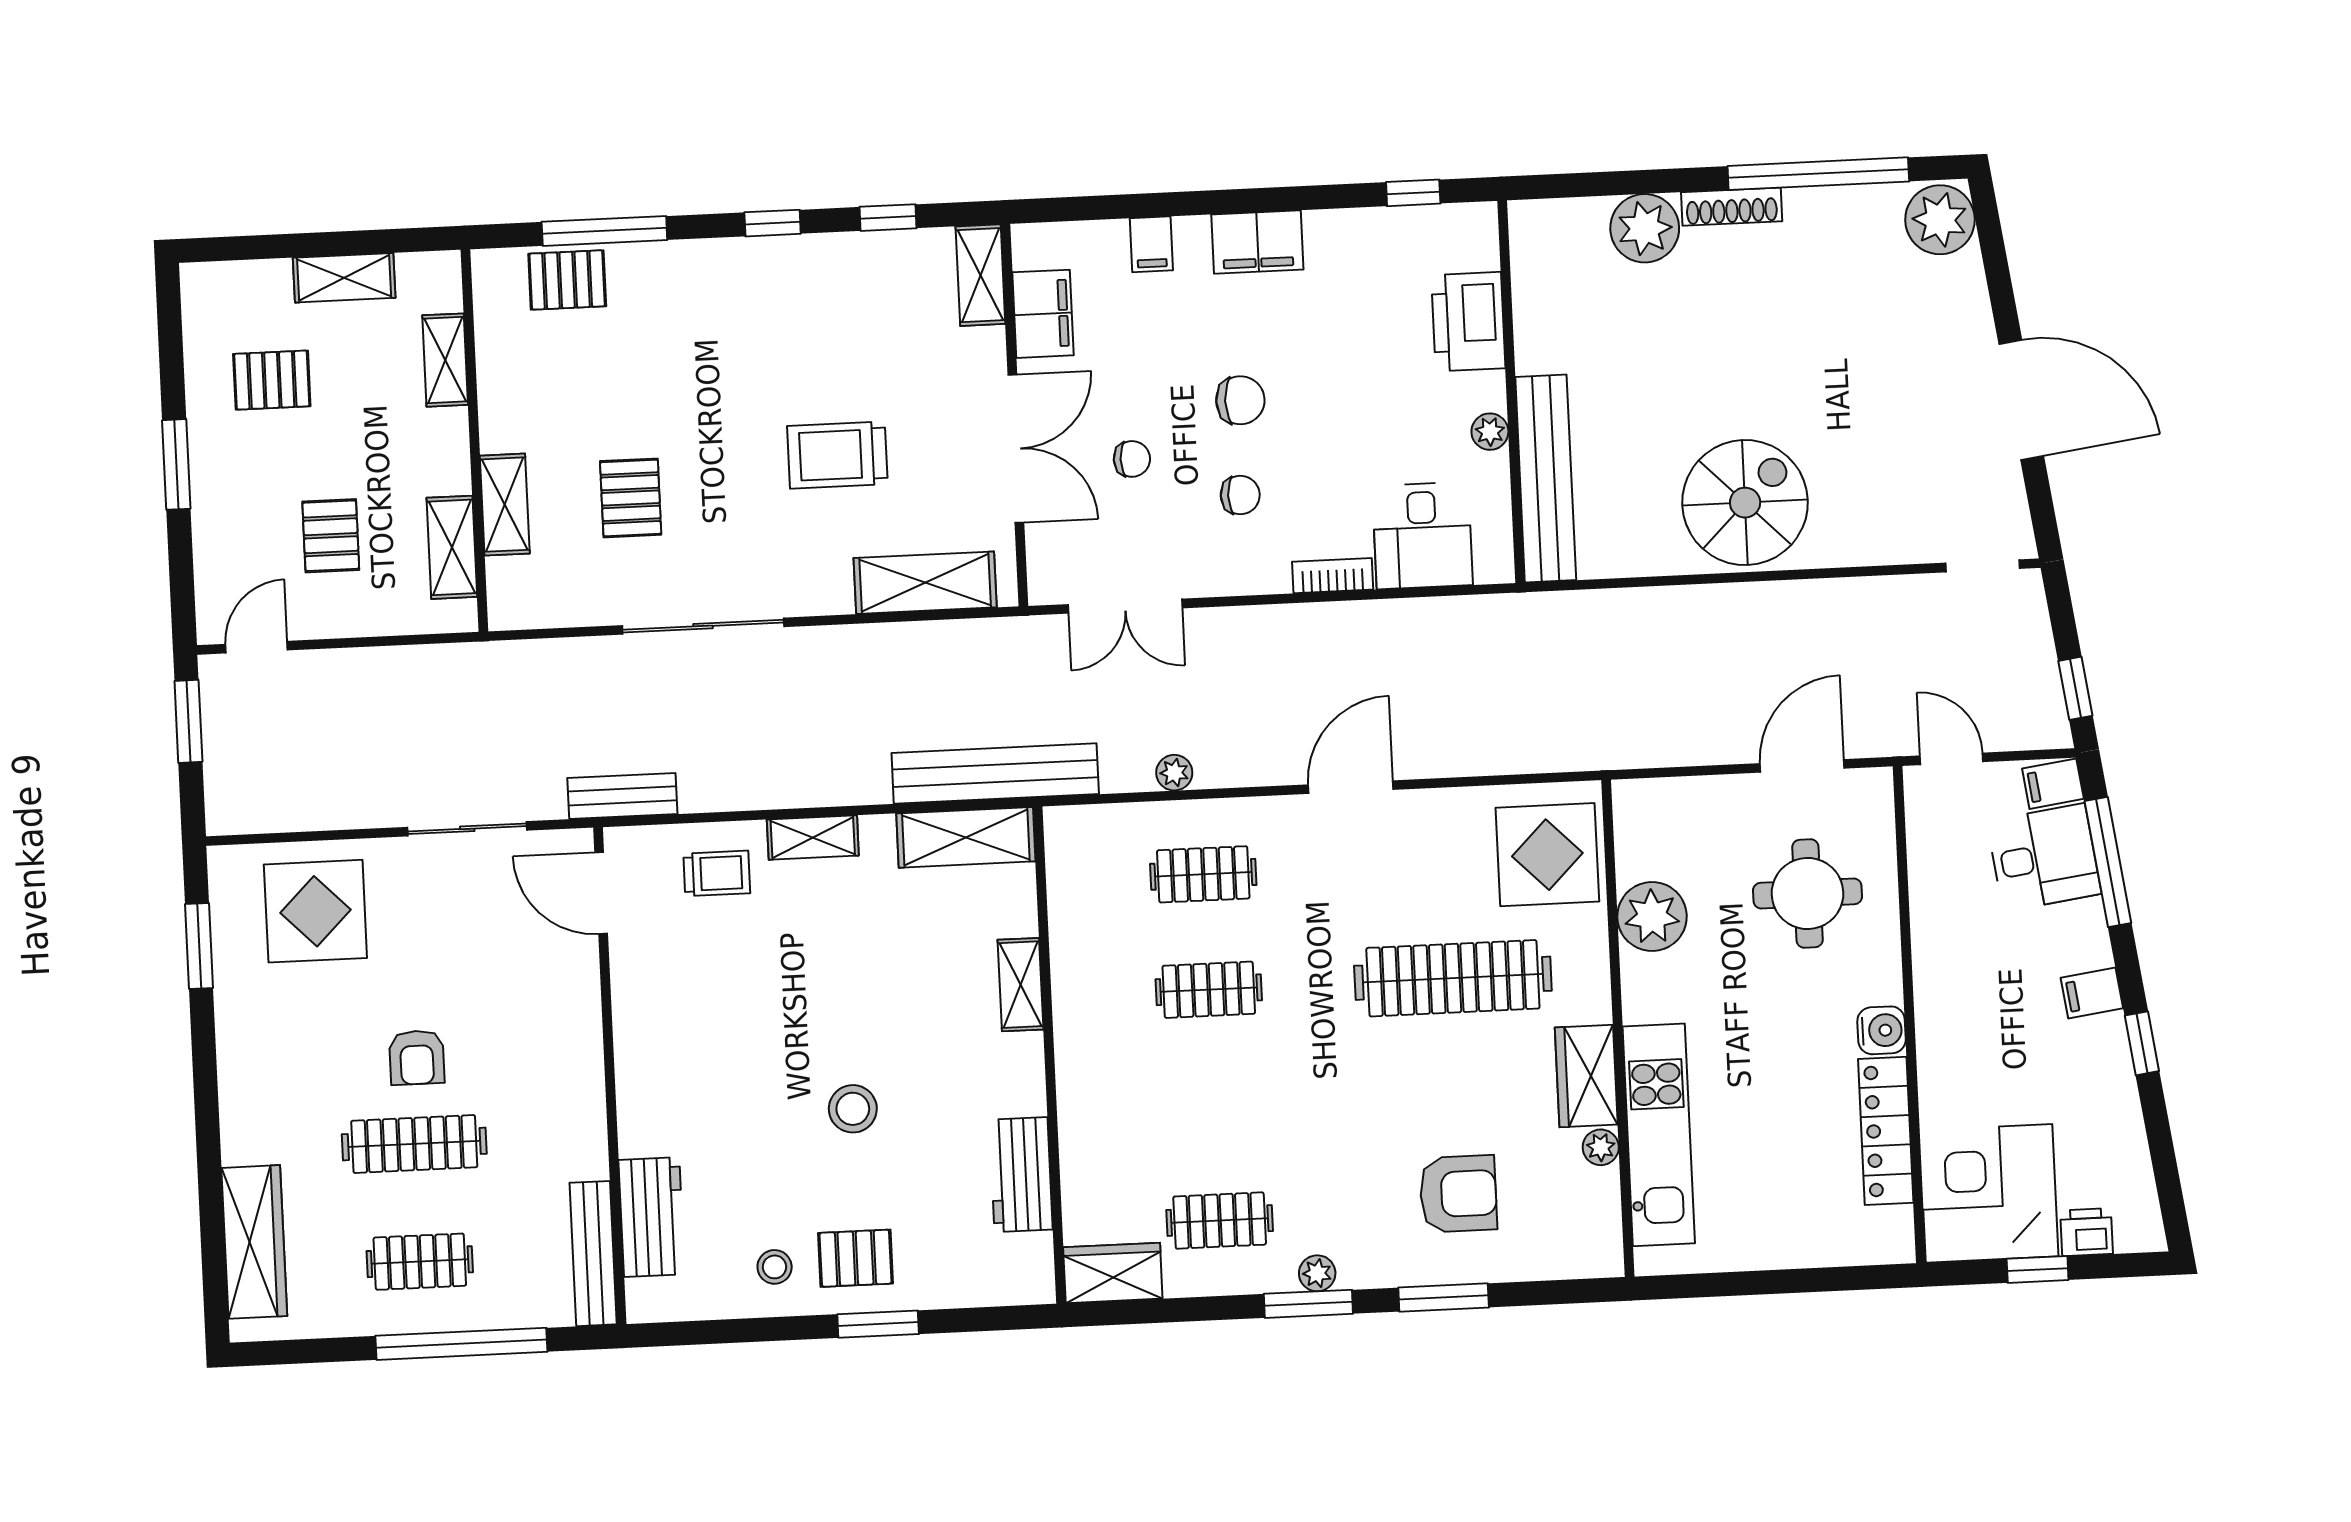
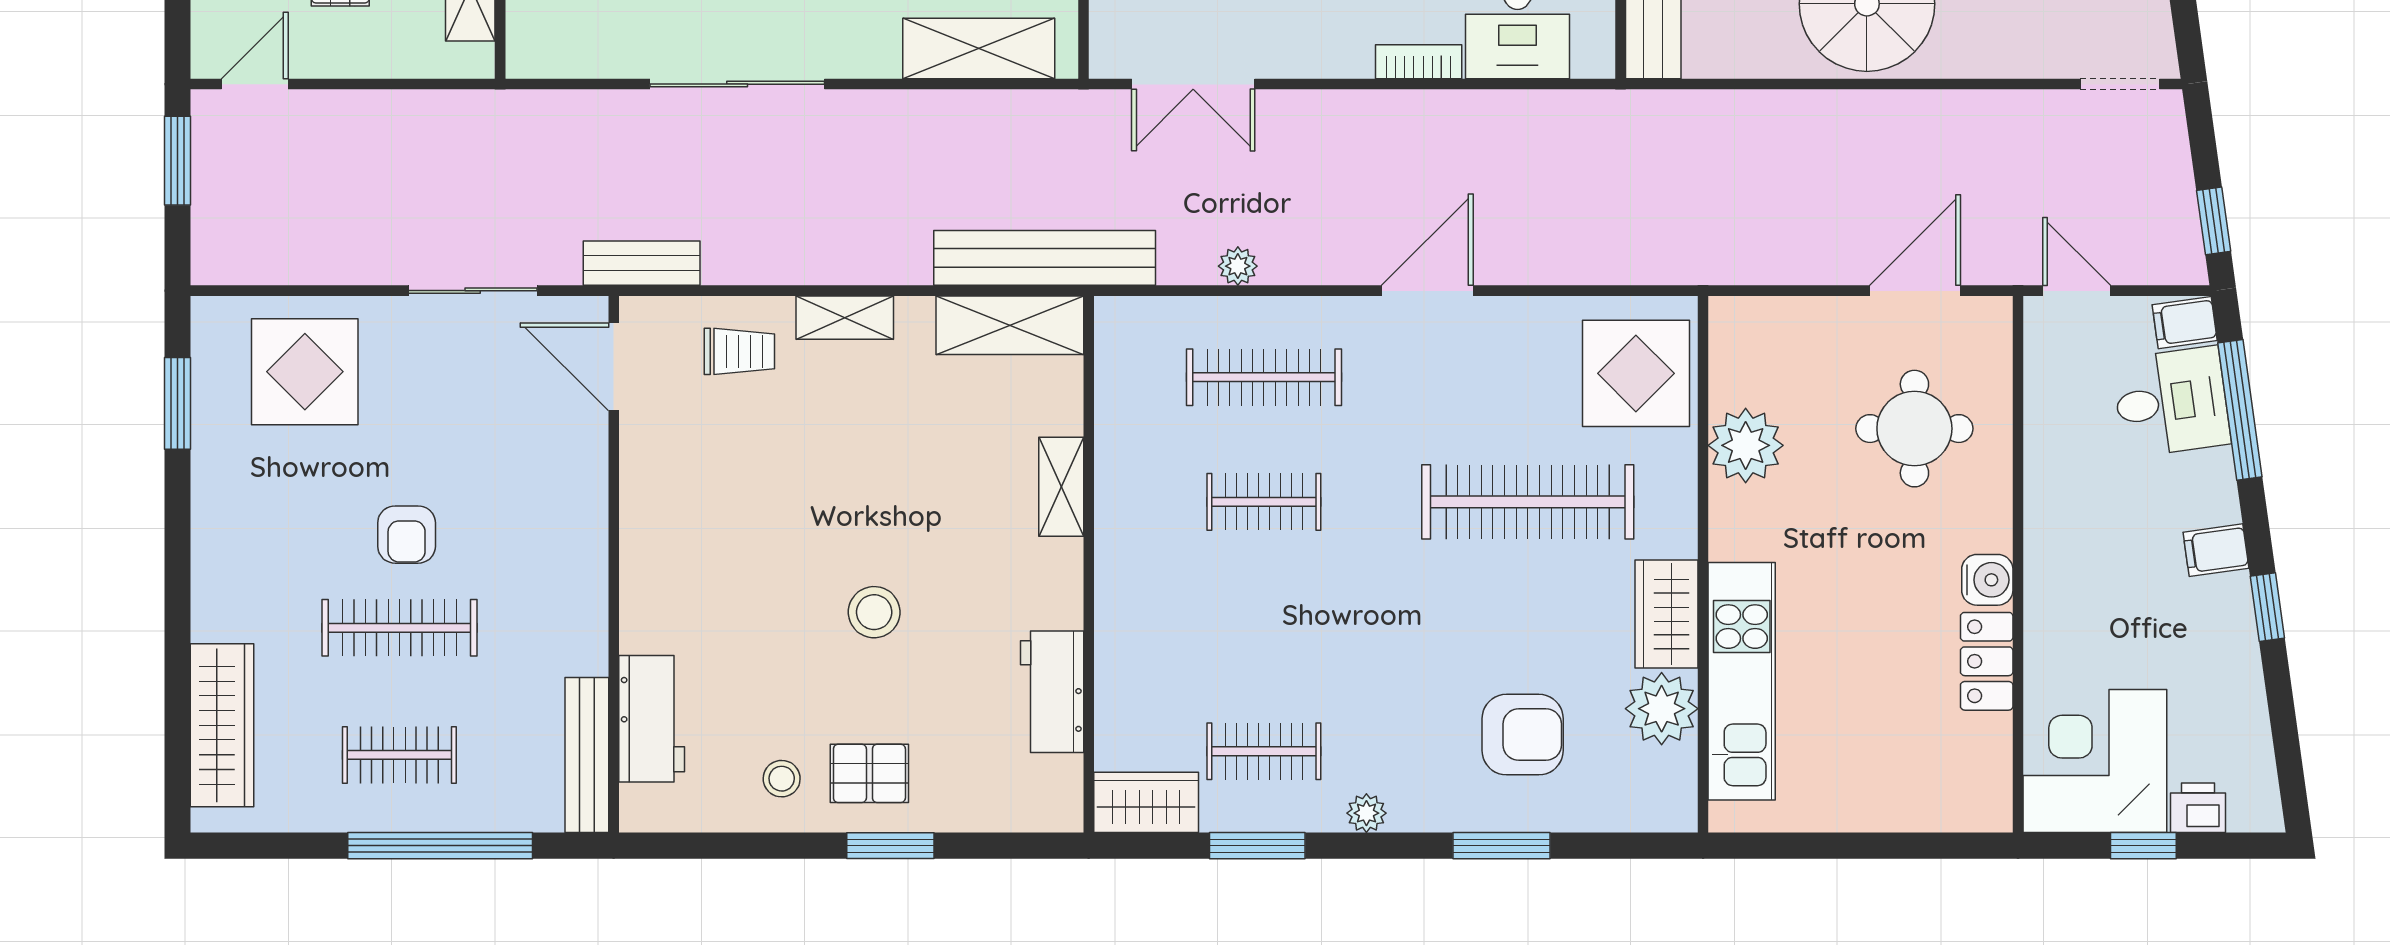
clothes rail: (1203, 874) -> (1264, 377), width x1.36
locker: (1886, 1131) -> (1987, 661), width x0.66
plant: (1601, 1147) -> (1662, 709), width x1.87, depth x1.87
window: (1308, 1304) -> (1257, 846), moved

